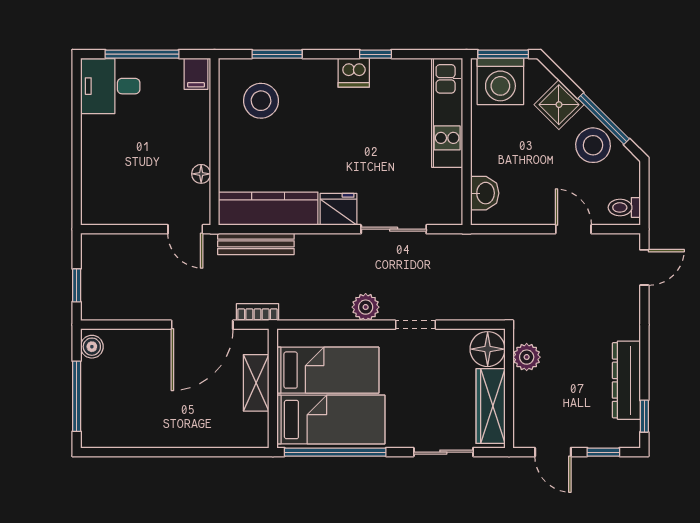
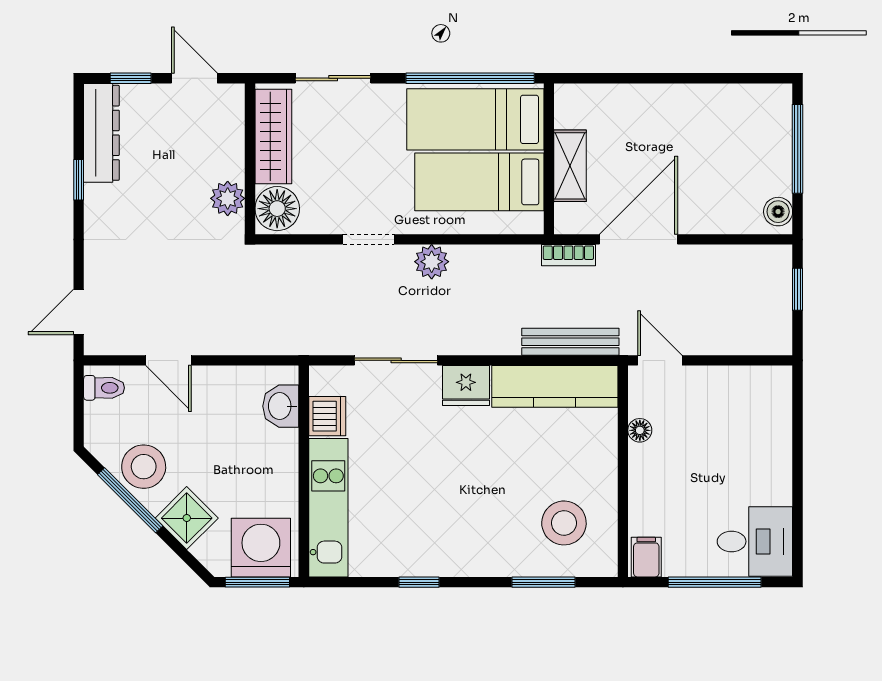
dishwasher: (354, 73) -> (327, 416), moved, turned 90
dresser: (626, 380) -> (101, 133), moved
window: (644, 416) -> (79, 180), moved

